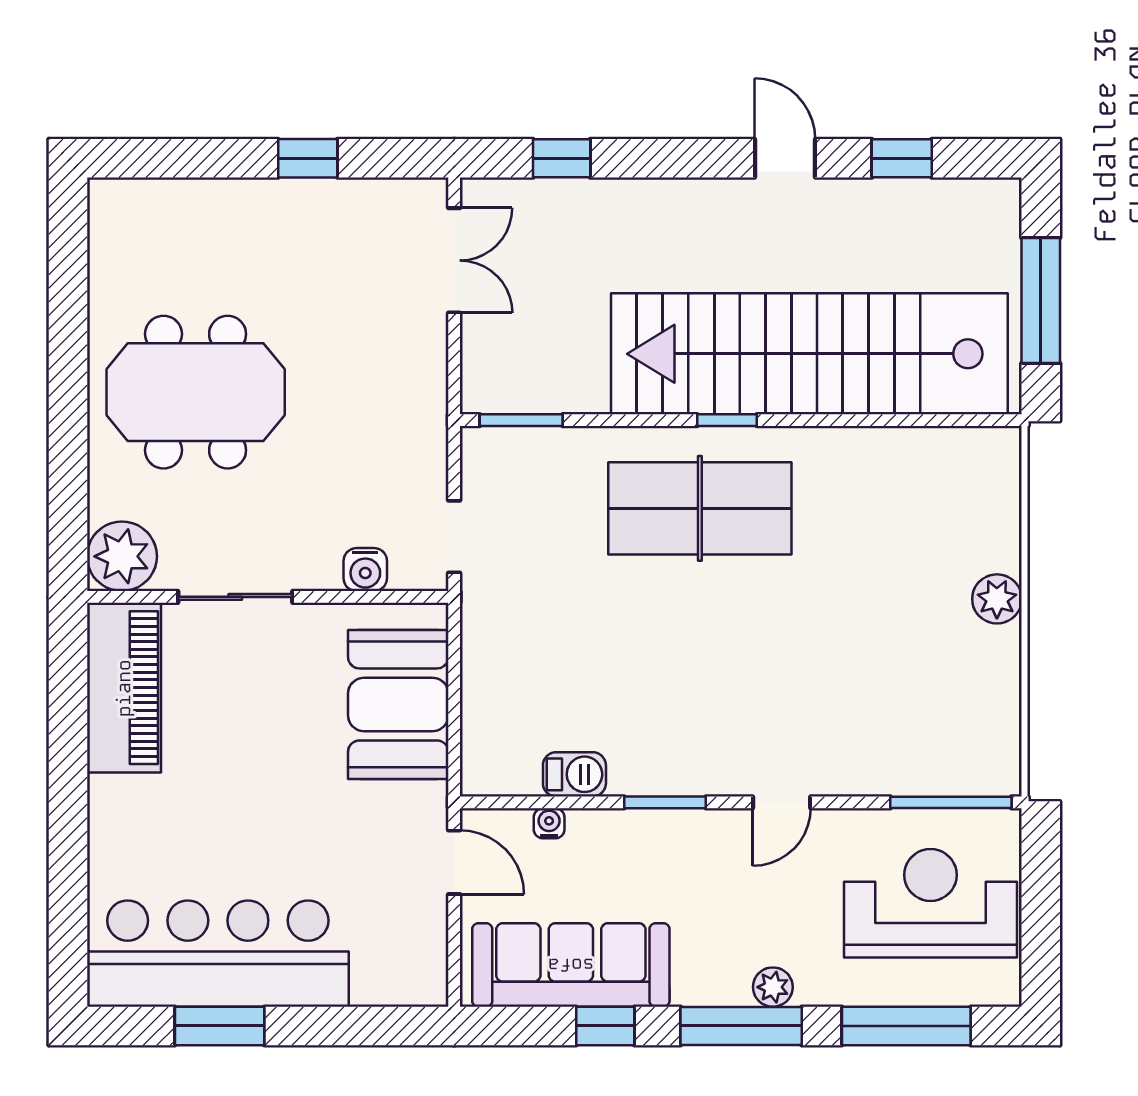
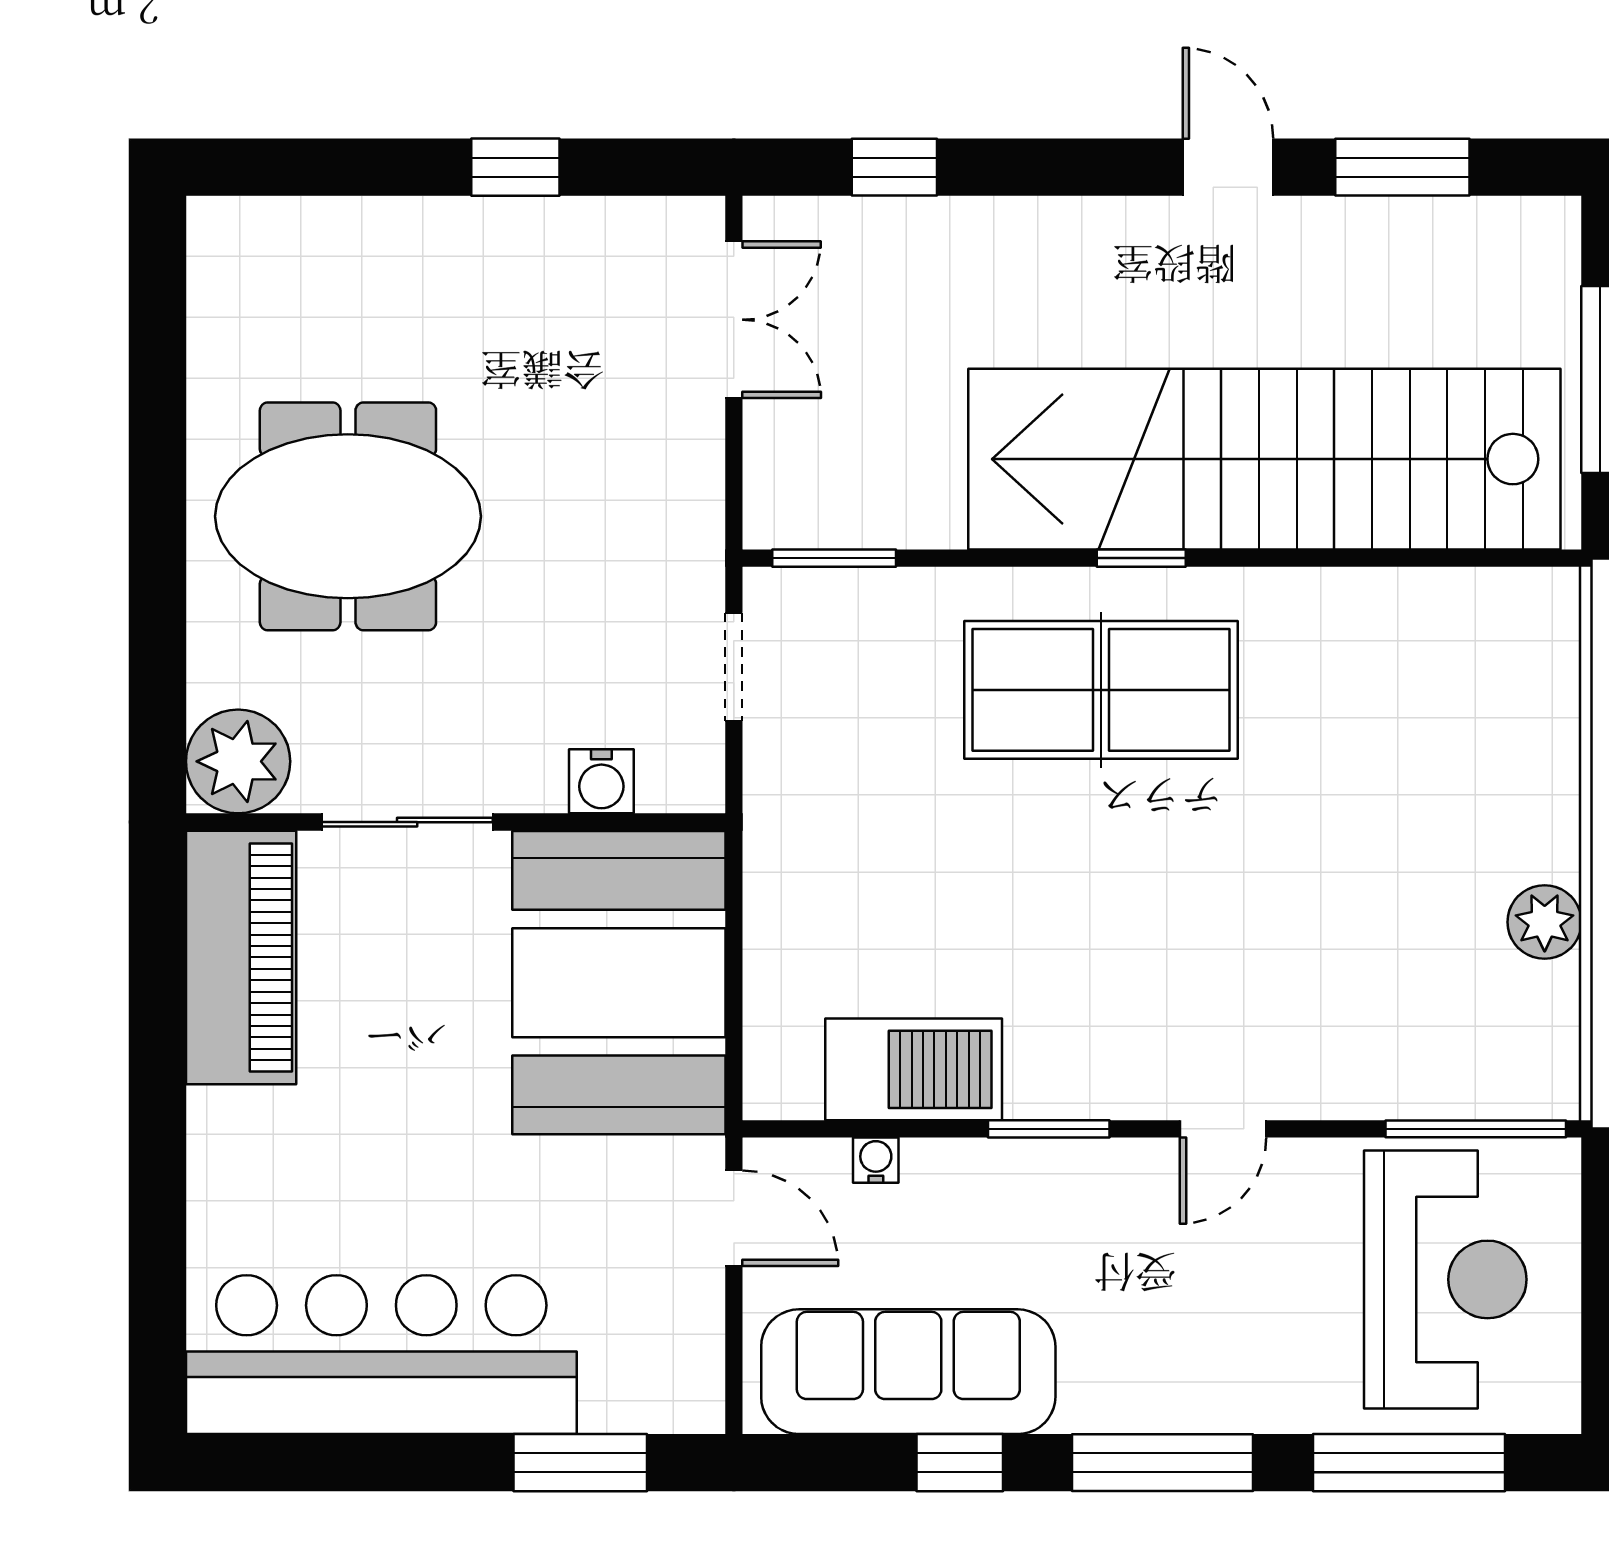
window: (902, 158) -> (1402, 167), width x1.50
doorway: (454, 537) -> (734, 667), moved
plant: (997, 599) -> (1545, 922), moved
booth: (398, 704) -> (619, 983), width x1.36, depth x1.42
barbecue: (574, 774) -> (914, 1069), width x1.88, depth x1.53
reception desk: (930, 903) -> (1445, 1279), turned 90
plant: (773, 987) -> (1210, 1405), removed
window: (220, 1026) -> (580, 1463), moved

